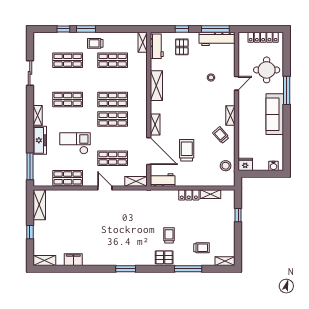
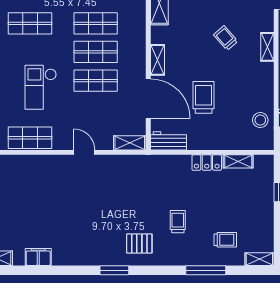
trolley: (221, 135) -> (226, 38), moved
checkout: (75, 143) -> (41, 87), turned -90
shop shelf: (113, 158) -> (96, 81), moved
pallet: (164, 257) -> (139, 244), moved

